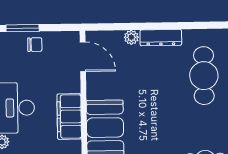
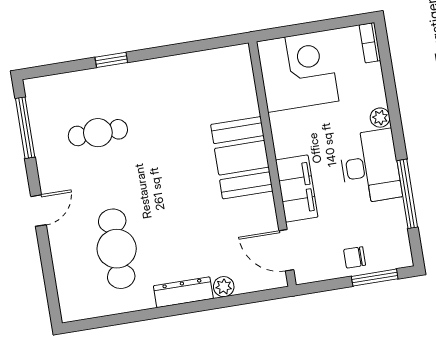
filing cabinet: (69, 117) -> (297, 189), moved

